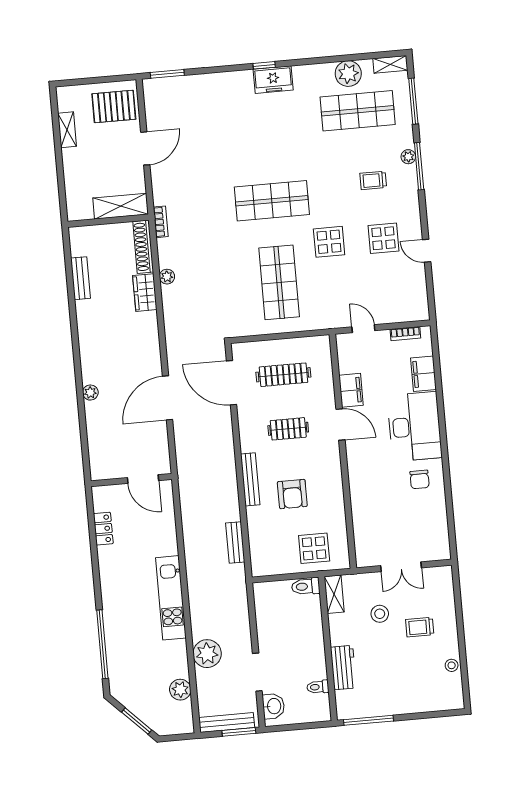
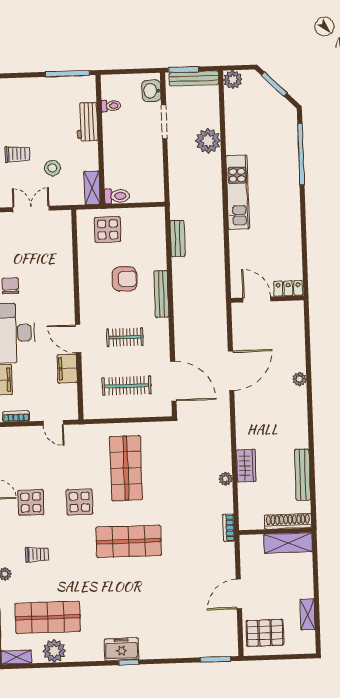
shelving: (121, 206) -> (288, 543), moved
shoe rack: (143, 247) -> (288, 521), moved, turned -90
bench: (80, 278) -> (303, 475), width x1.36
armchair: (292, 494) -> (124, 279), turned 90
locker: (103, 529) -> (288, 288), moved, turned 90
plant: (180, 690) -> (233, 80), moved

